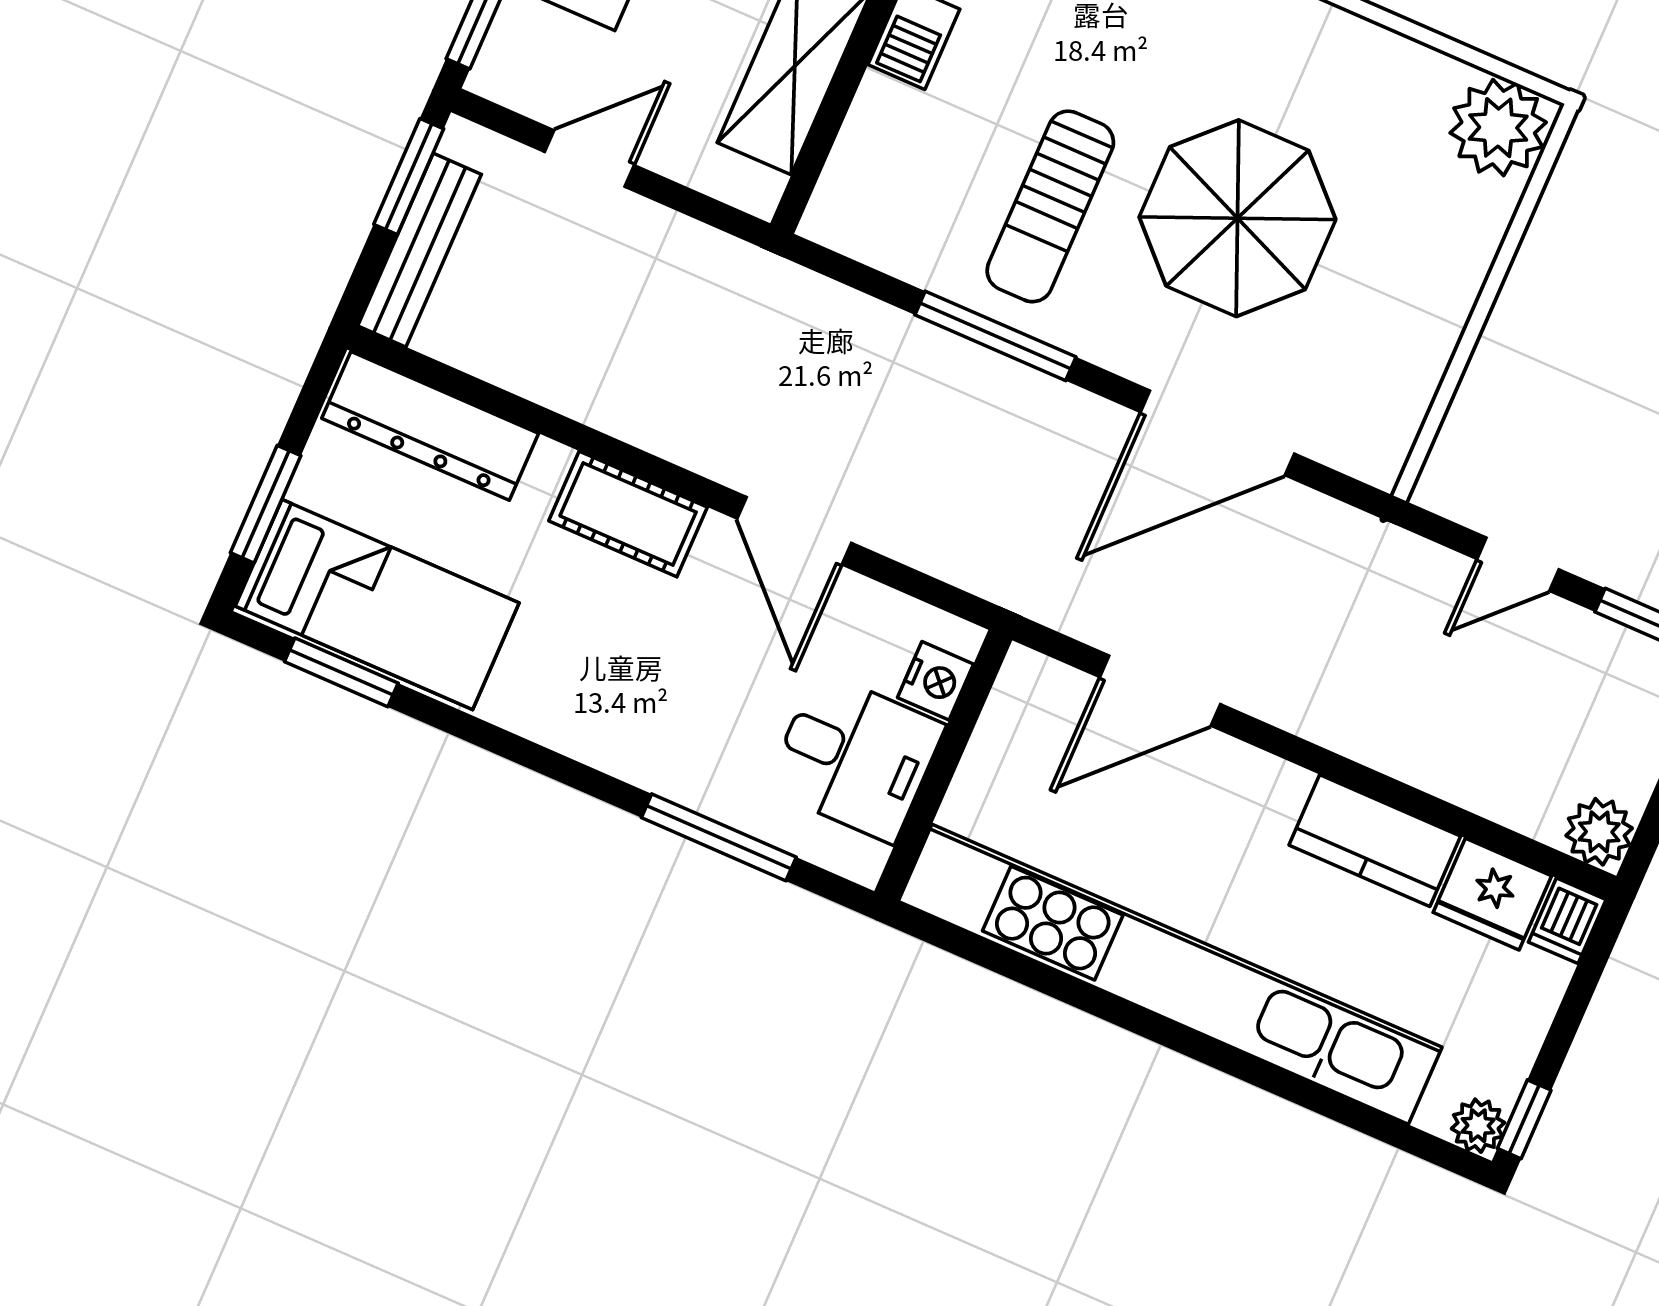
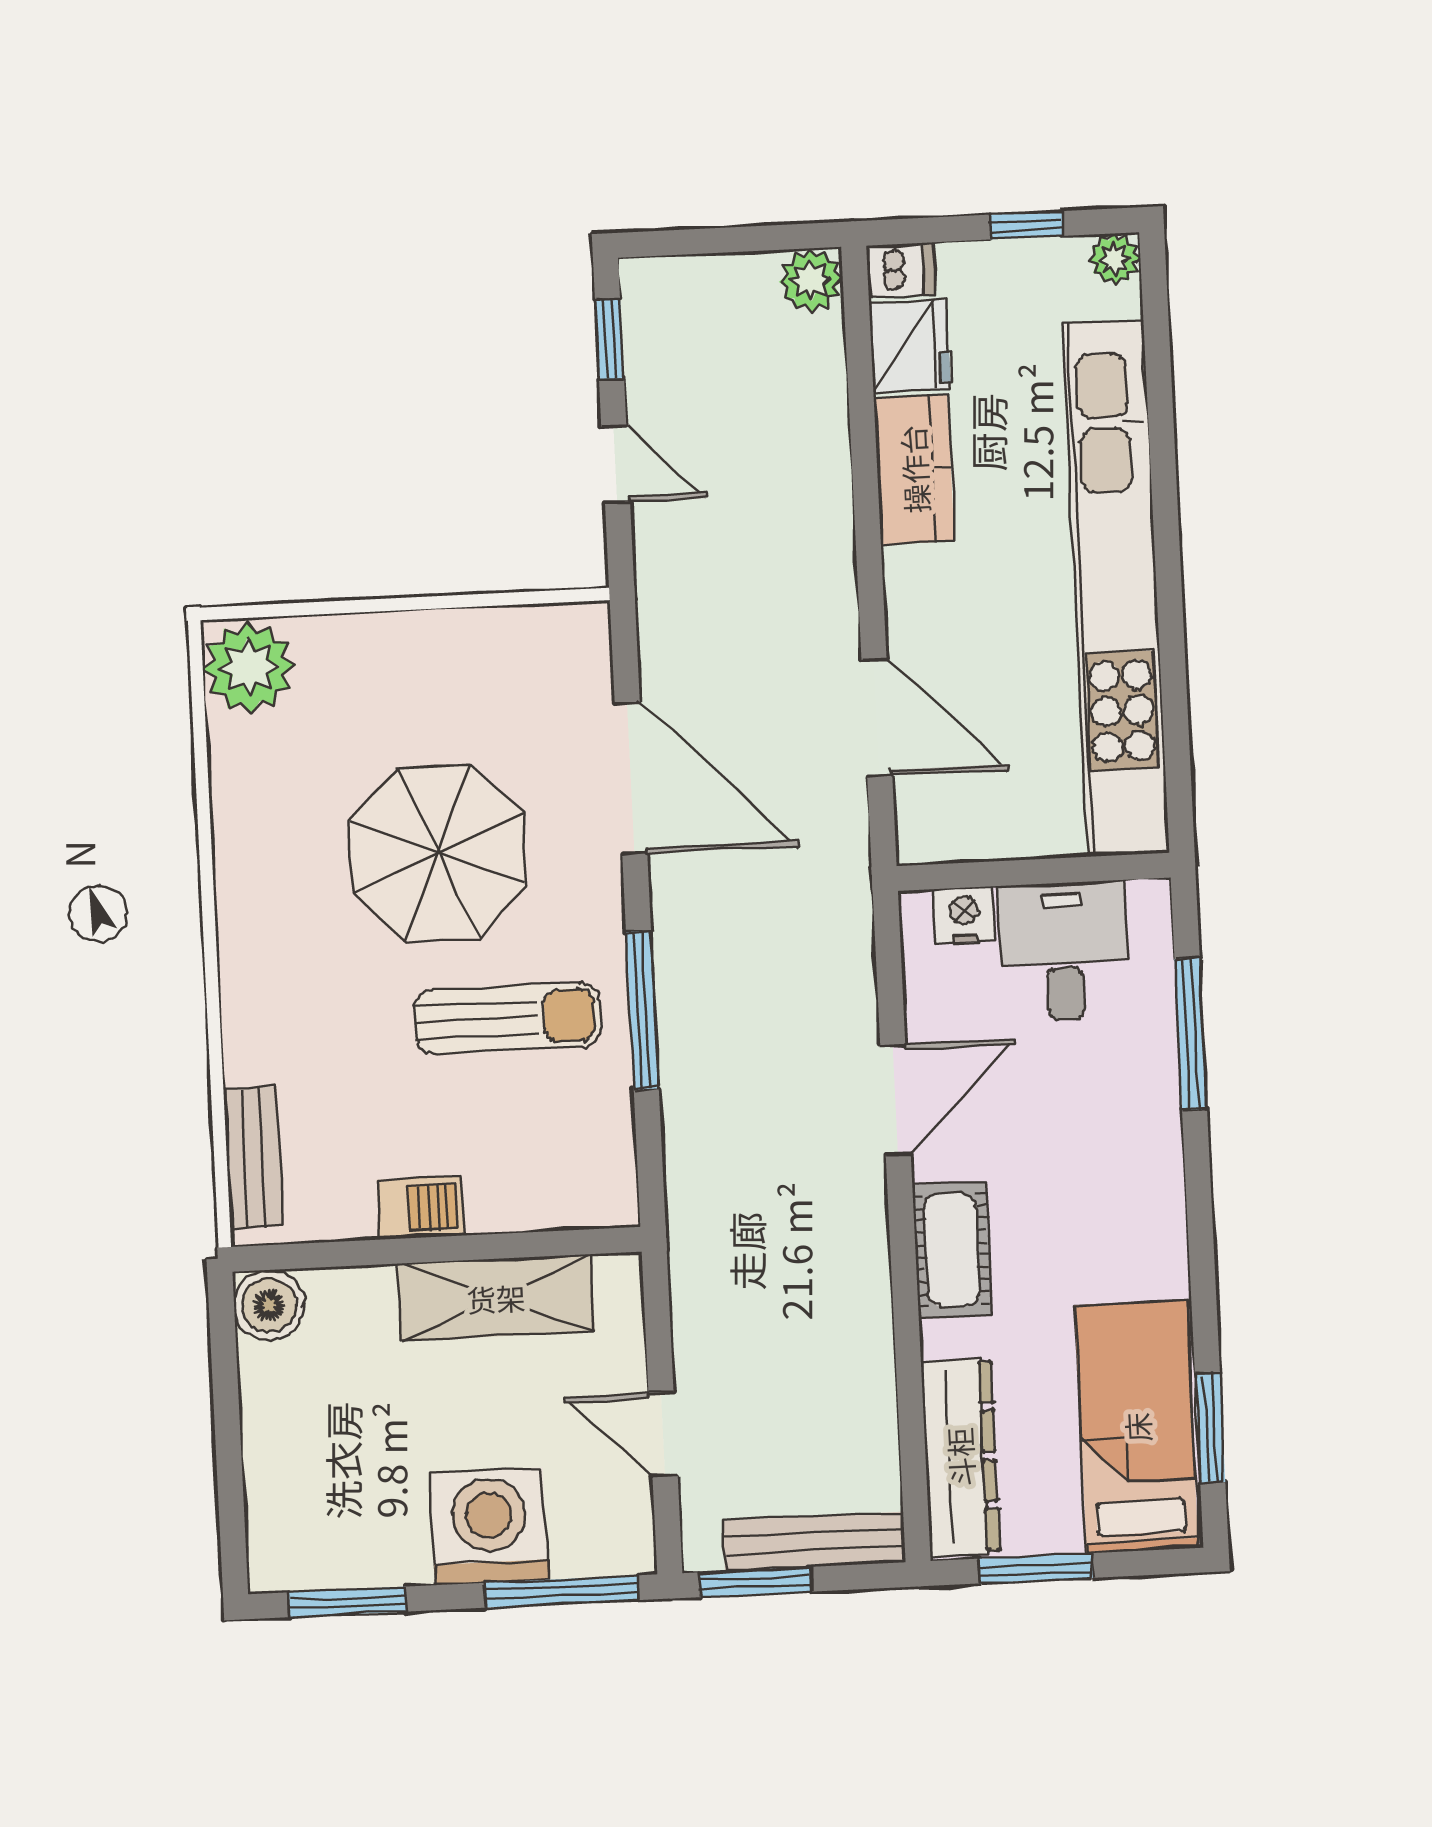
window: (266, 504) -> (1036, 1568), moved
window: (1524, 1119) -> (1026, 225), moved

